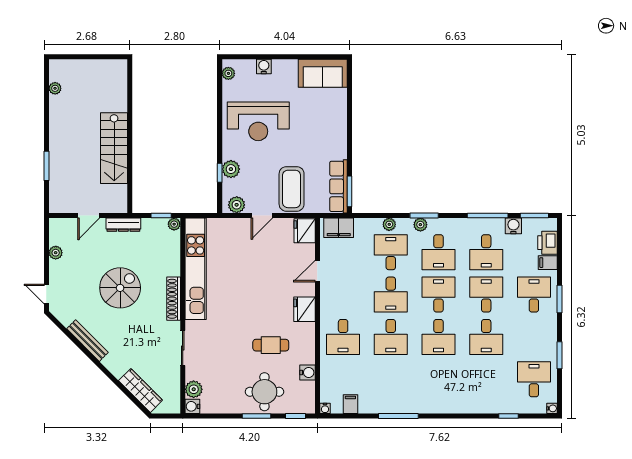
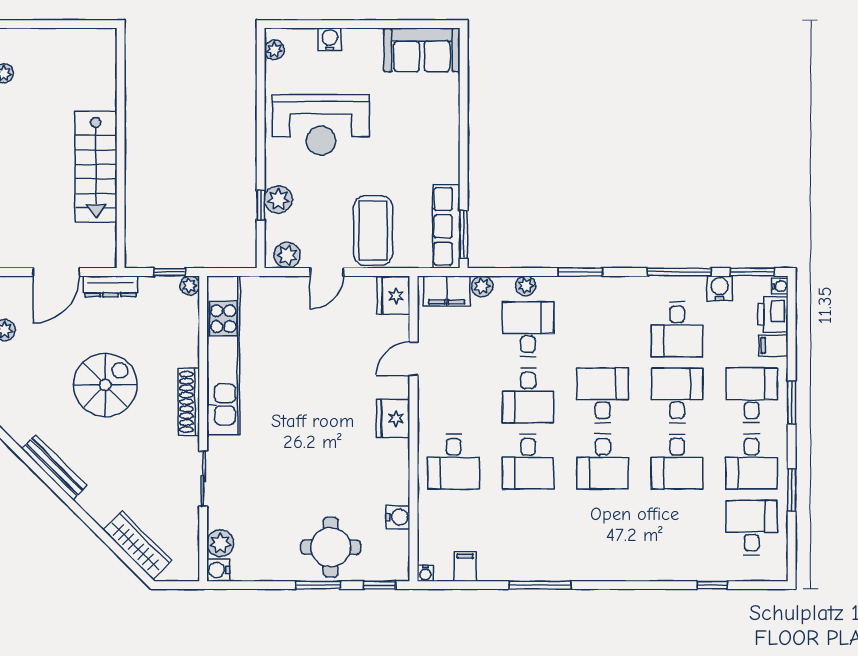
door: (89, 216) -> (56, 272), width x1.38
plant: (420, 225) -> (482, 286), moved
desk: (438, 252) -> (752, 462), moved
cafe table: (271, 345) -> (341, 474), removed
water cooler: (552, 408) -> (780, 286), moved

